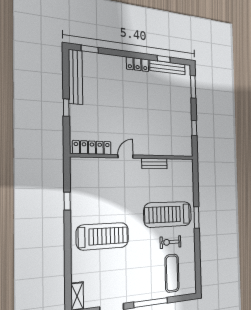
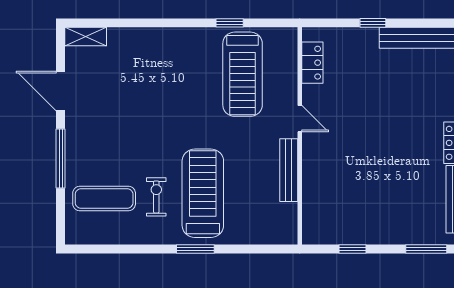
locker: (92, 148) -> (312, 63), width x0.66
bench: (154, 164) -> (289, 170), width x1.36
treadmill: (103, 236) -> (243, 74), moved

